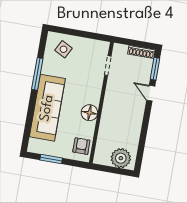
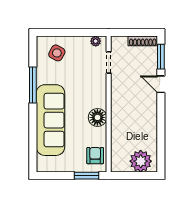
plant: (100, 45) -> (96, 41), added
window: (51, 159) -> (87, 176), moved

